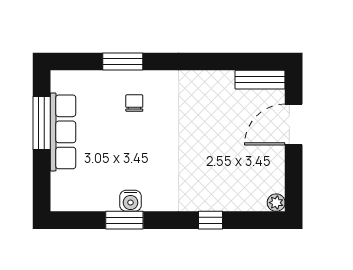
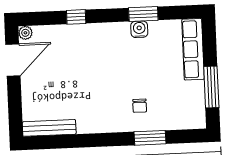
bench: (260, 80) -> (49, 128), width x1.36
door: (294, 124) -> (13, 60), moved
row of seats: (63, 132) -> (193, 49), moved

